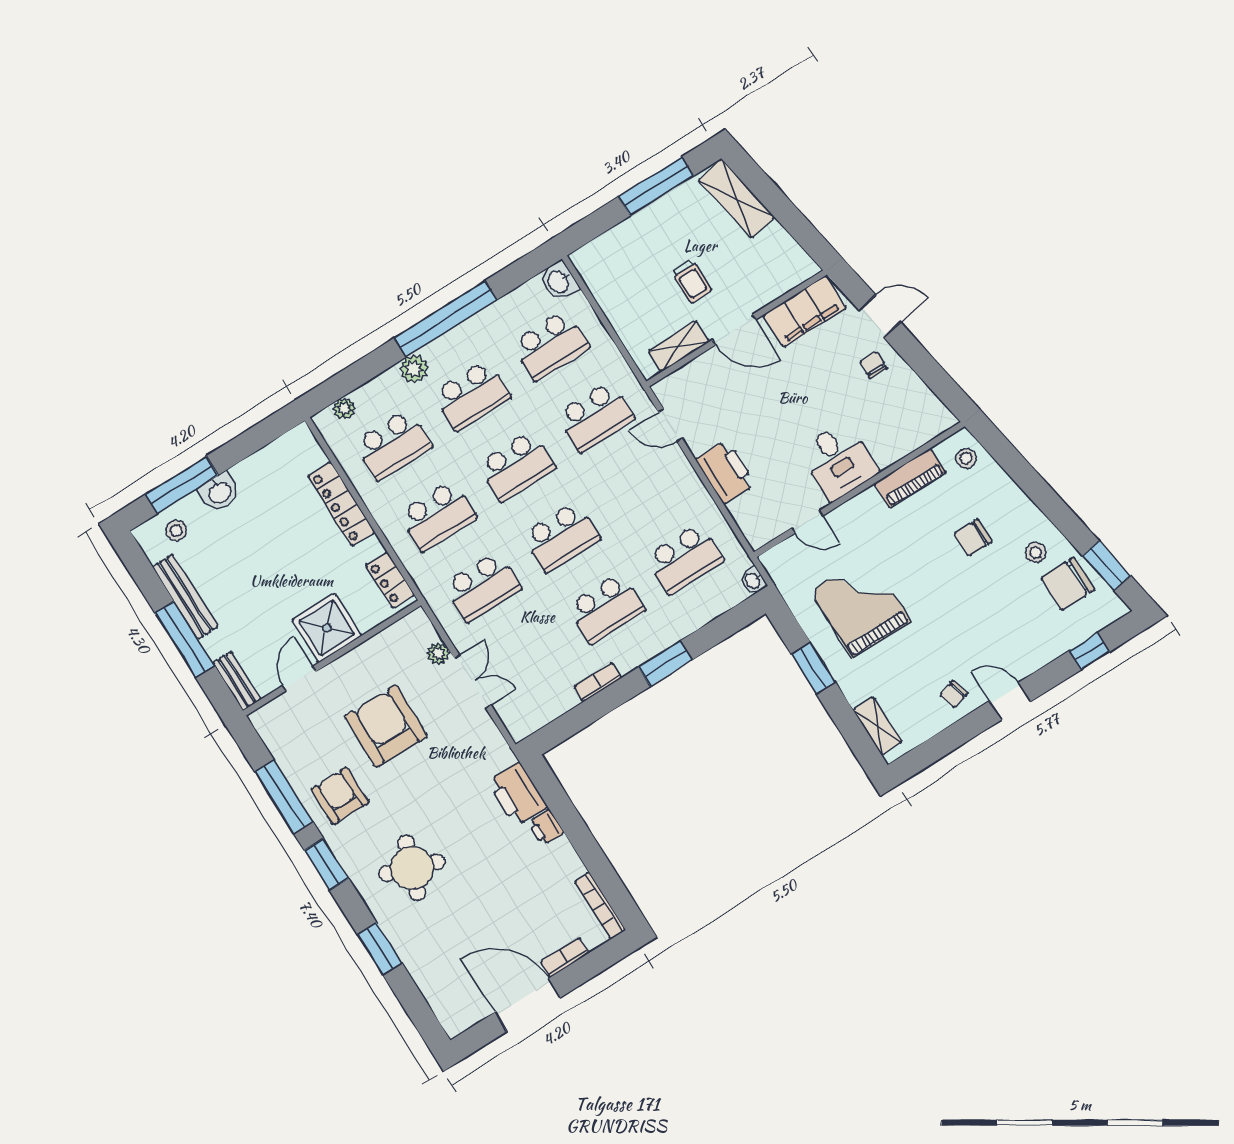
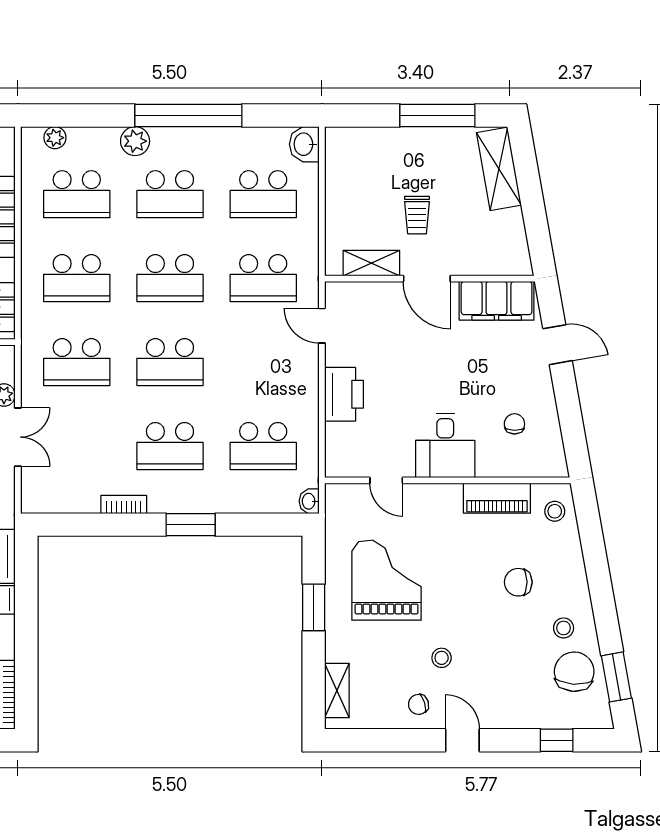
chair: (873, 365) -> (514, 424), moved
chair: (1068, 584) -> (574, 672), turned 94
stool: (948, 643) -> (442, 658), added

